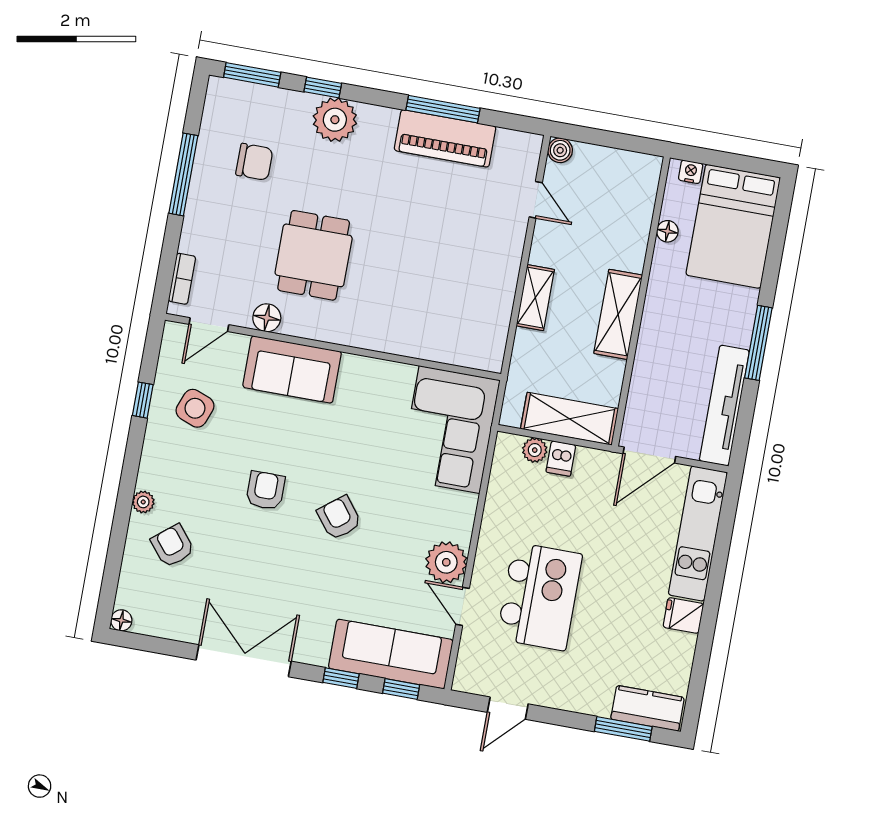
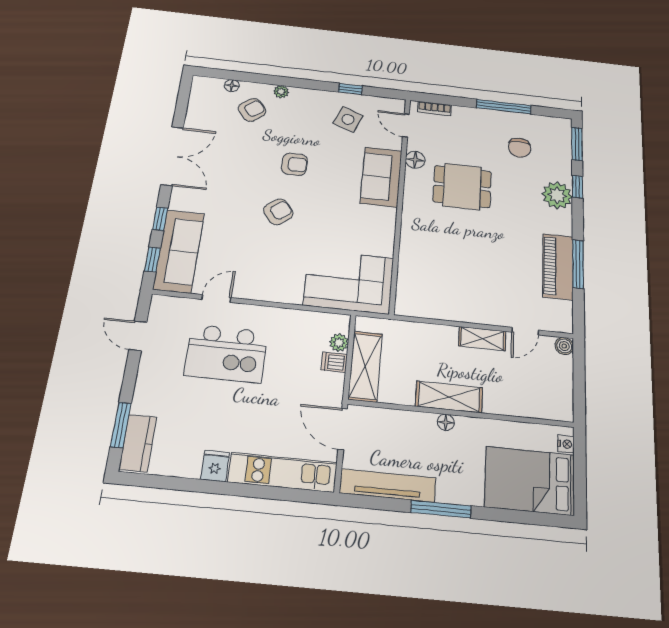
floor lamp: (667, 231) -> (446, 422), moved
shelving: (535, 298) -> (482, 339), moved
plant: (446, 562) -> (249, 285), removed
floor lamp: (121, 620) -> (232, 86), moved

